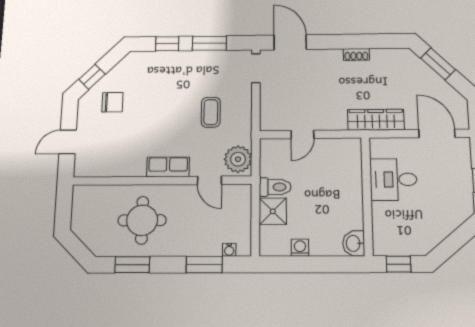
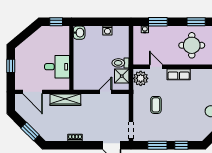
shower: (273, 211) -> (122, 76), moved

